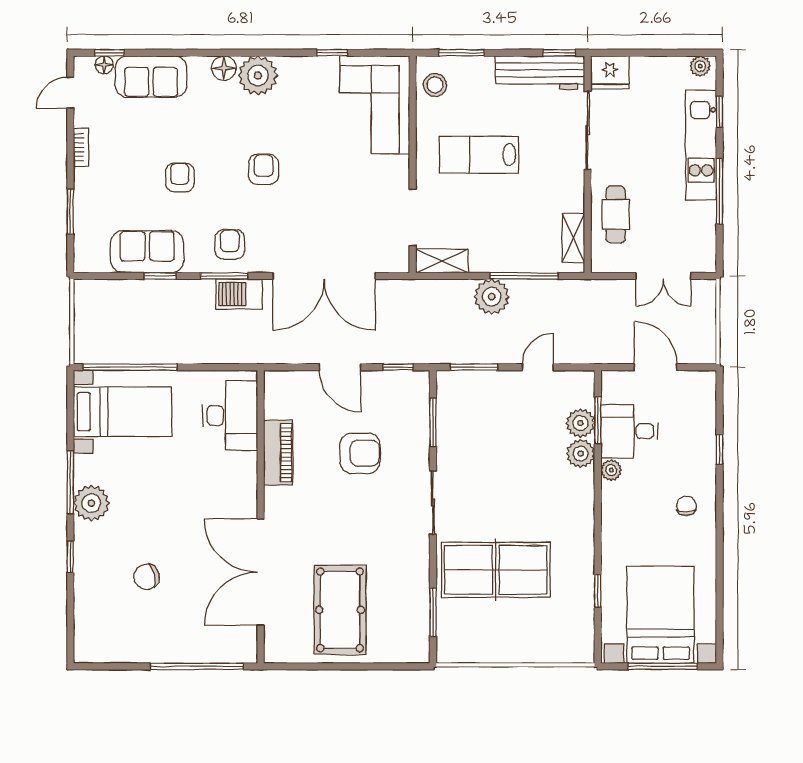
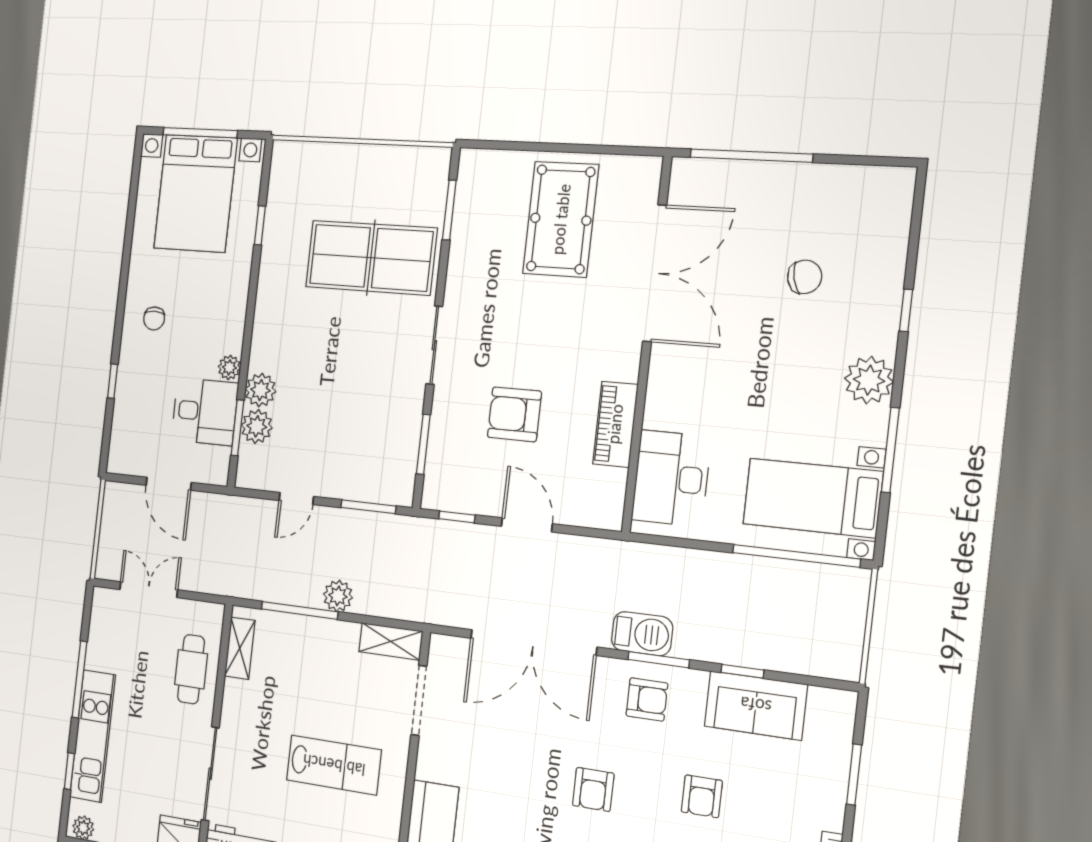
armchair: (230, 244) -> (647, 699), turned -90
double door: (324, 276) -> (533, 642), swing flipped
plant: (492, 297) -> (338, 596), width x0.73, depth x0.73
window: (70, 482) -> (890, 450), moved

